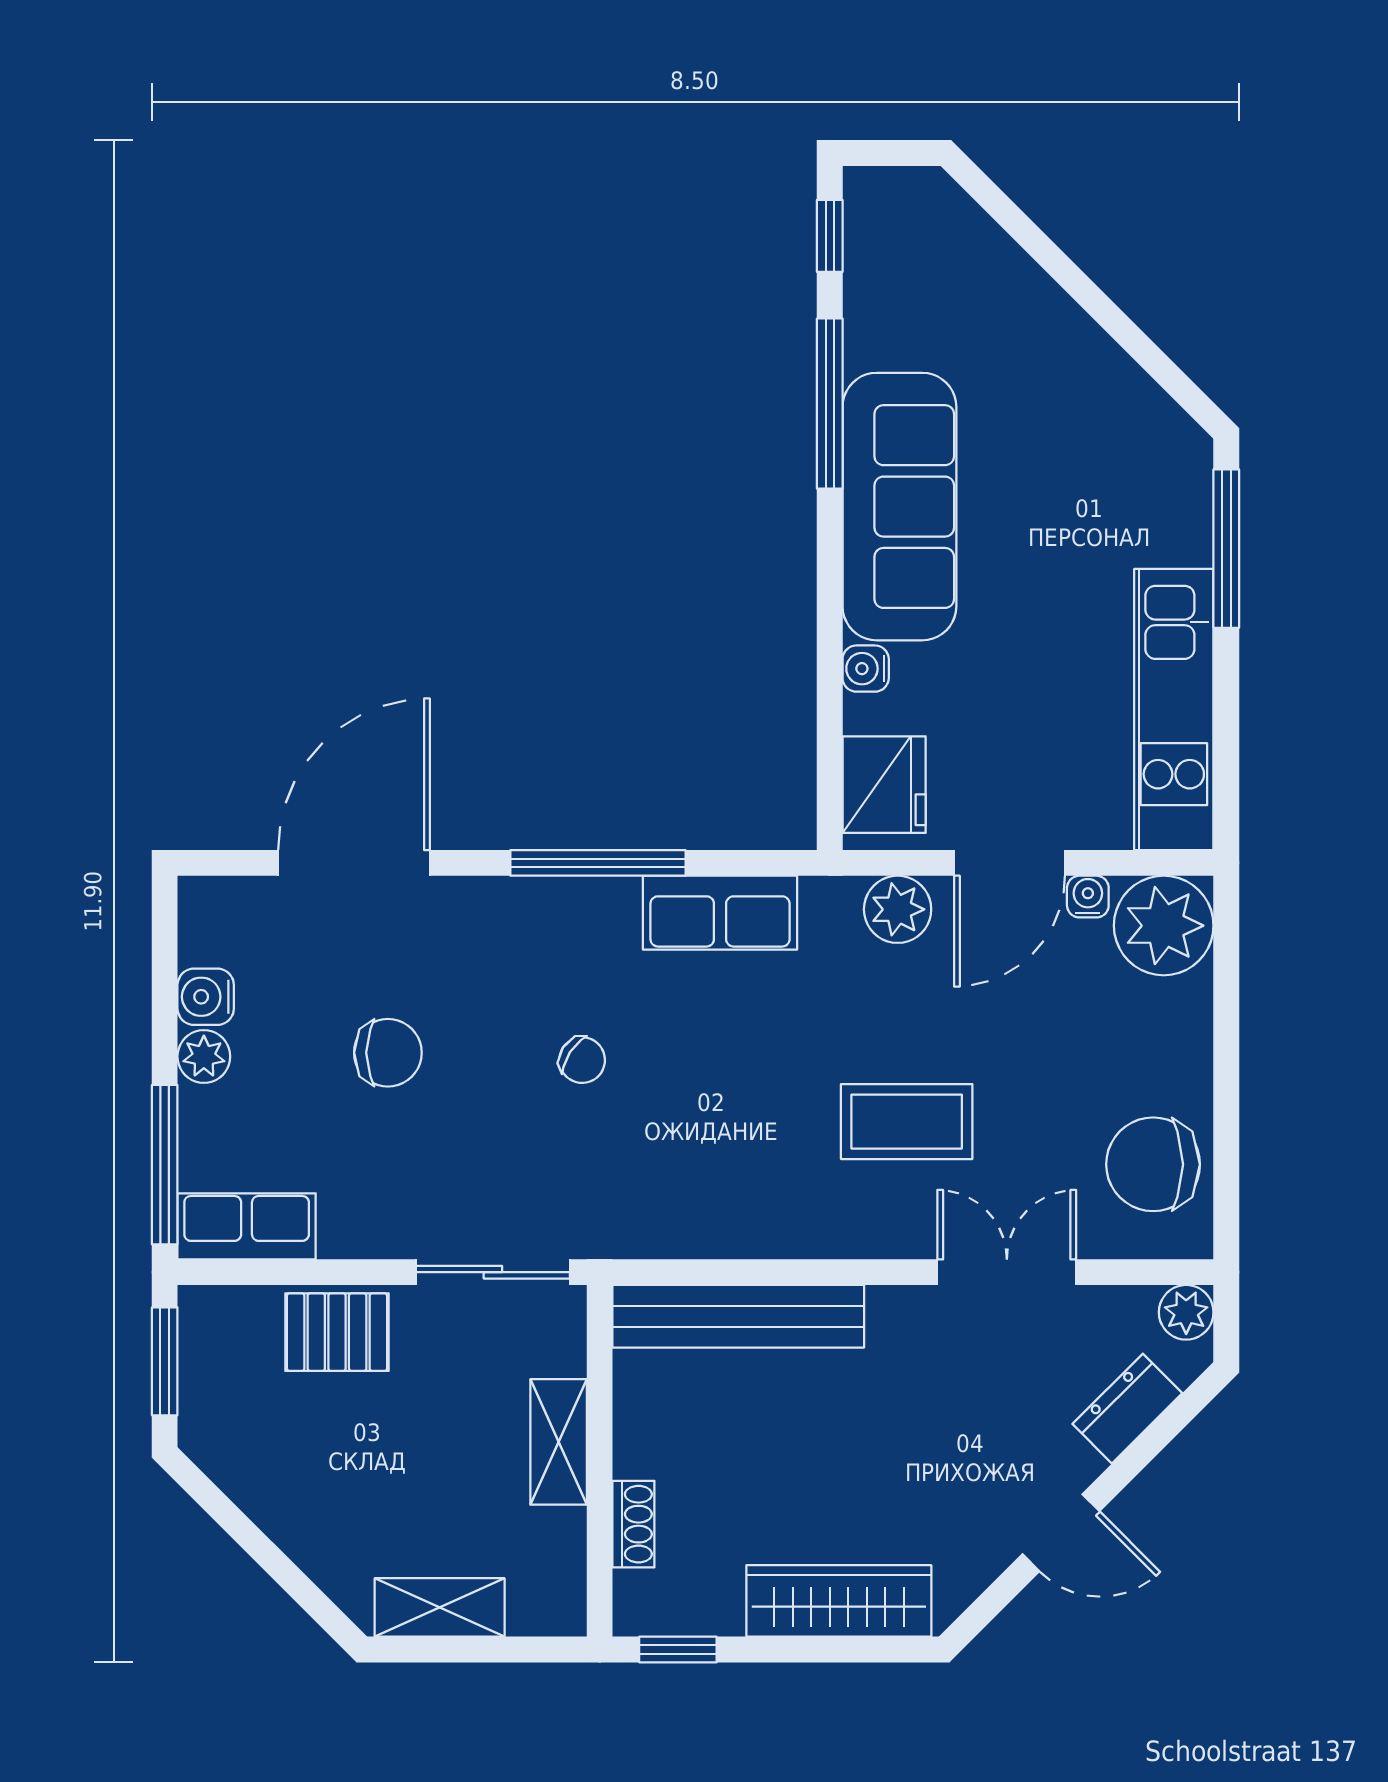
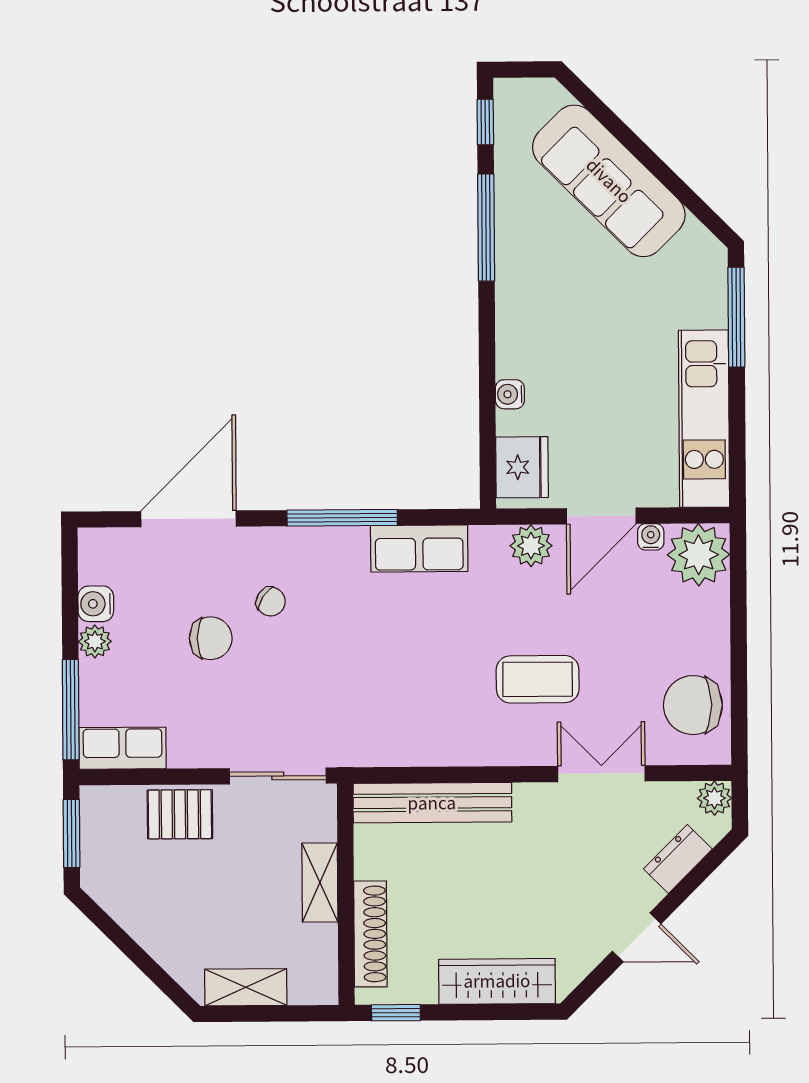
sofa: (899, 507) -> (609, 181), moved, turned 135
chair: (582, 1060) -> (271, 602), moved
shoe rack: (633, 1524) -> (370, 934), width x1.94, depth x1.24

